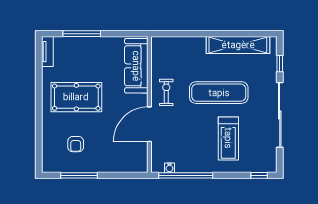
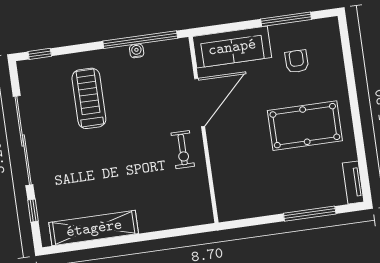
sofa: (136, 66) -> (232, 47), moved, turned 90
exercise mat: (219, 93) -> (111, 159), removed
water cooler: (169, 168) -> (137, 51), moved

